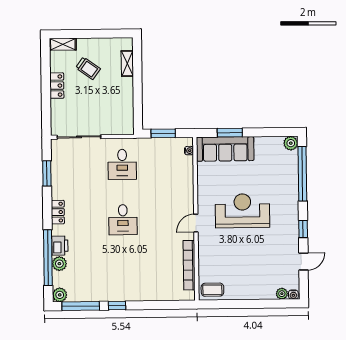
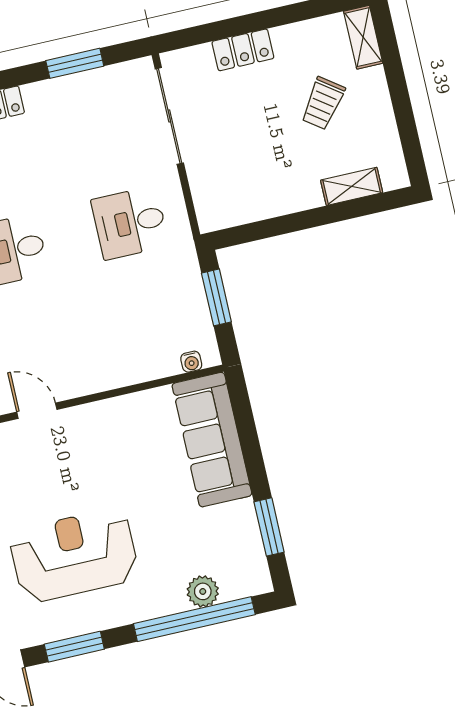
locker: (57, 86) -> (243, 50), moved
window: (230, 133) -> (269, 527), moved
plant: (291, 143) -> (203, 591), moved
reception desk: (242, 211) -> (74, 555), moved, turned -90
window: (303, 229) -> (74, 647), width x1.50

